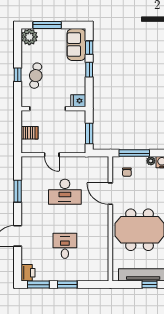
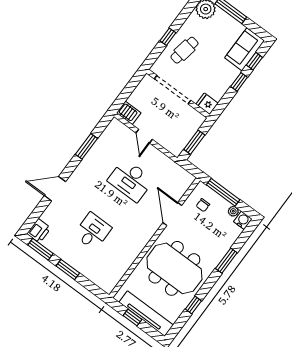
server rack: (29, 133) -> (129, 113), moved
window: (149, 285) -> (132, 318), moved

